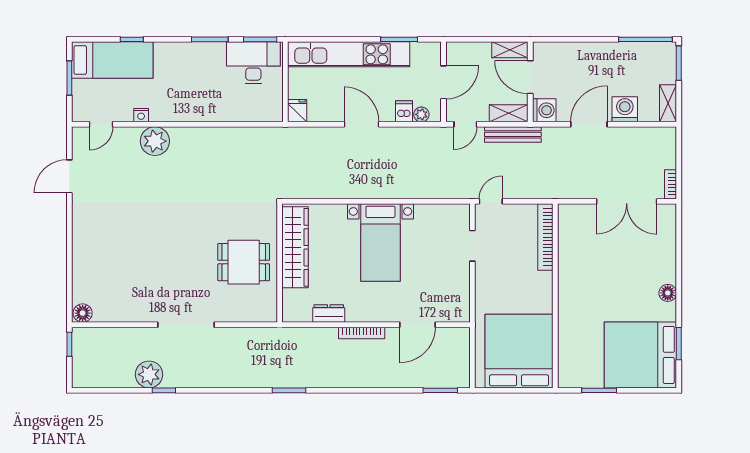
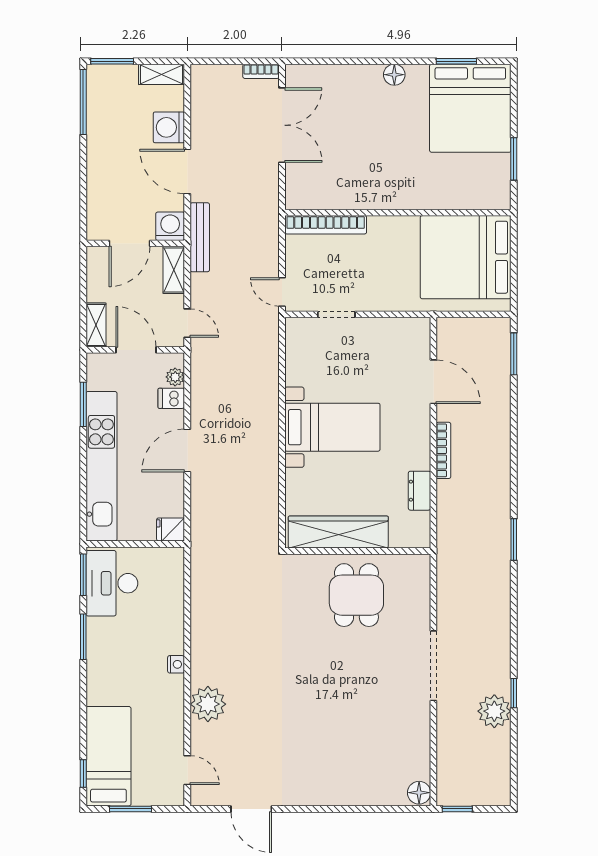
window: (132, 39) -> (83, 774), moved
shelving: (510, 50) -> (96, 325), moved
nightstand: (141, 115) -> (176, 664), moved
bench: (513, 134) -> (200, 237), moved

